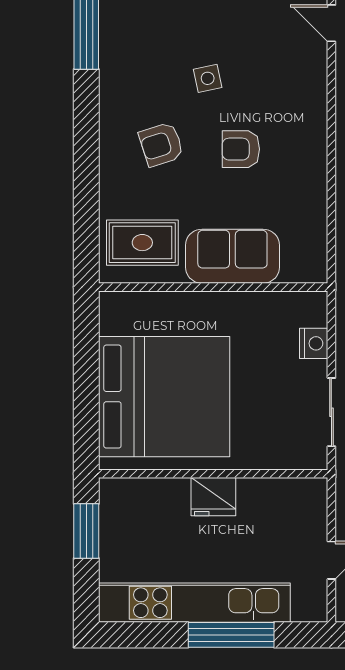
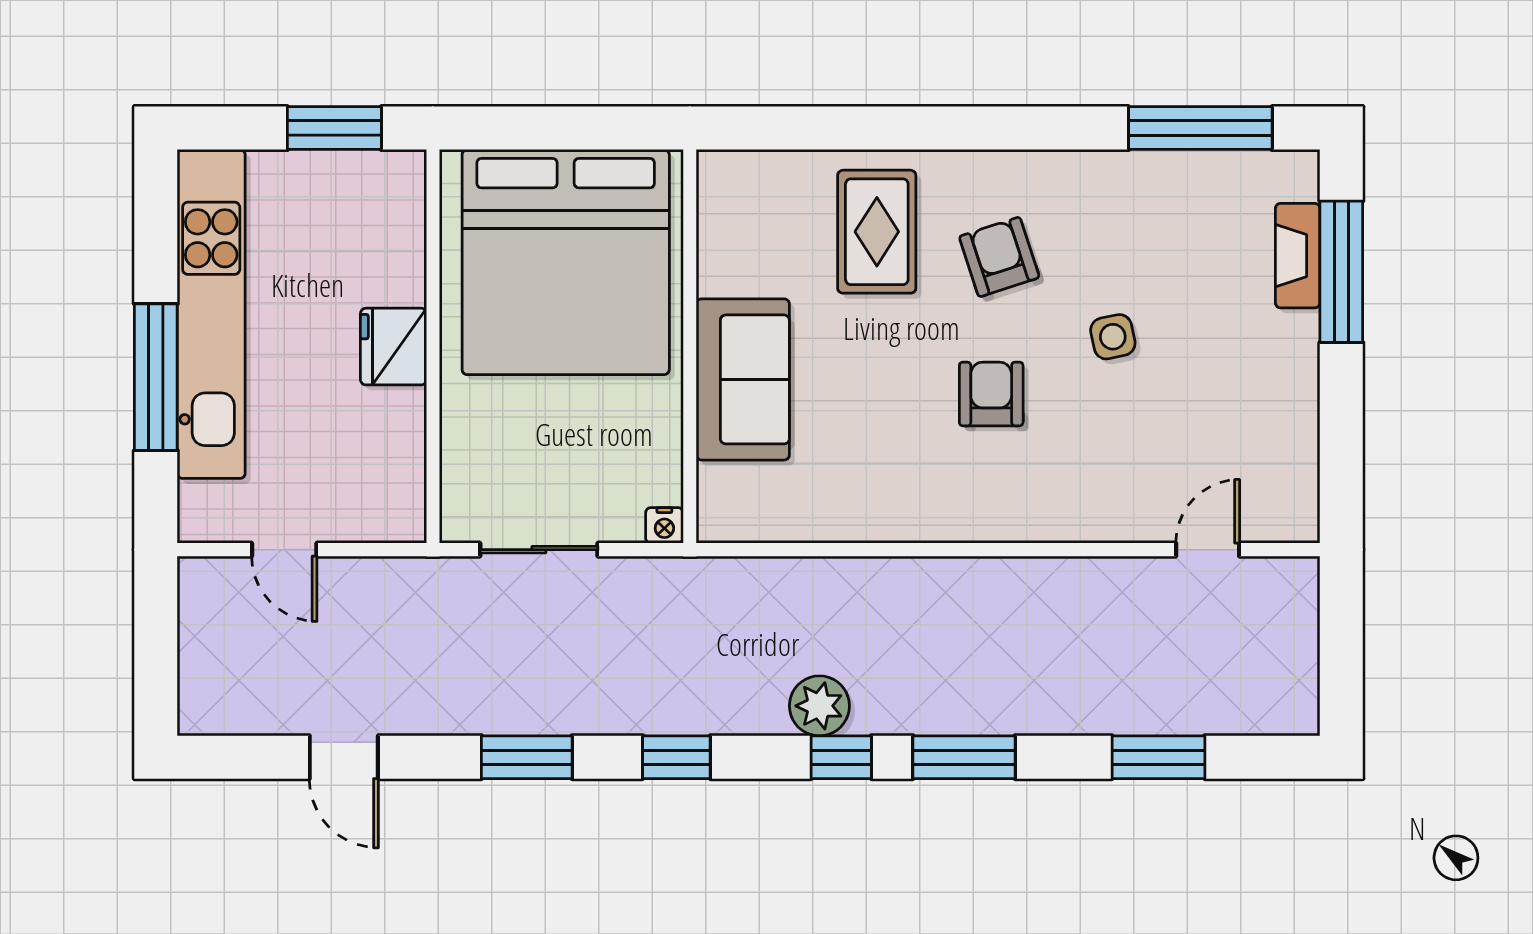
rug: (142, 243) -> (877, 232), moved
sofa: (232, 256) -> (743, 379), moved
wall: (213, 287) -> (690, 346), moved
nightstand: (314, 343) -> (664, 525), width x0.72, depth x0.74

